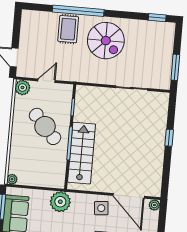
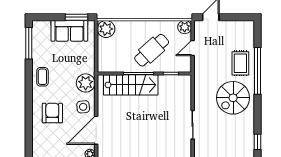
rug: (68, 29) -> (240, 63), turned 90
door: (47, 81) -> (193, 48), swing flipped
plant: (12, 179) -> (106, 29), width x1.88, depth x1.88
plant: (60, 202) -> (86, 83), moved

